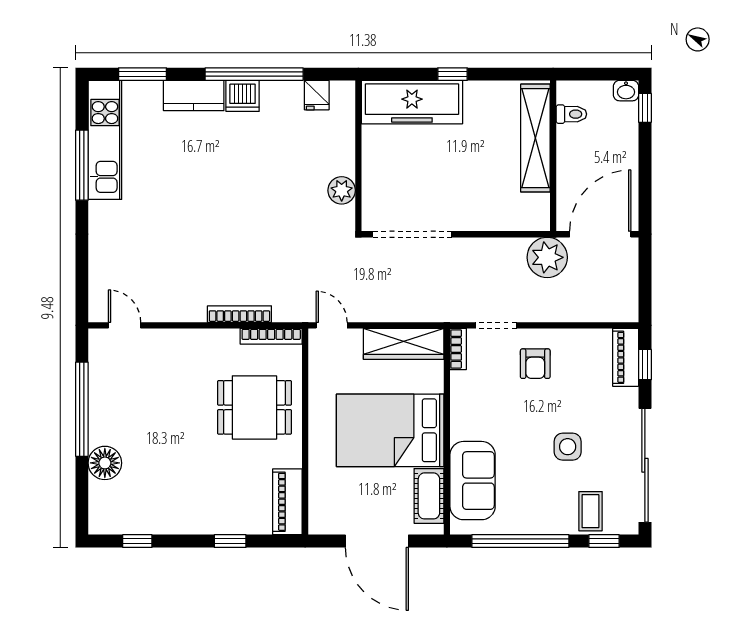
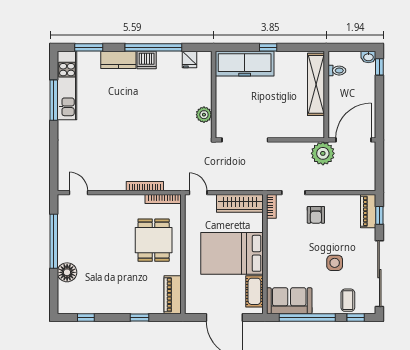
dining table: (254, 407) -> (154, 240), turned 90
sofa: (473, 481) -> (289, 301), moved, turned -90

